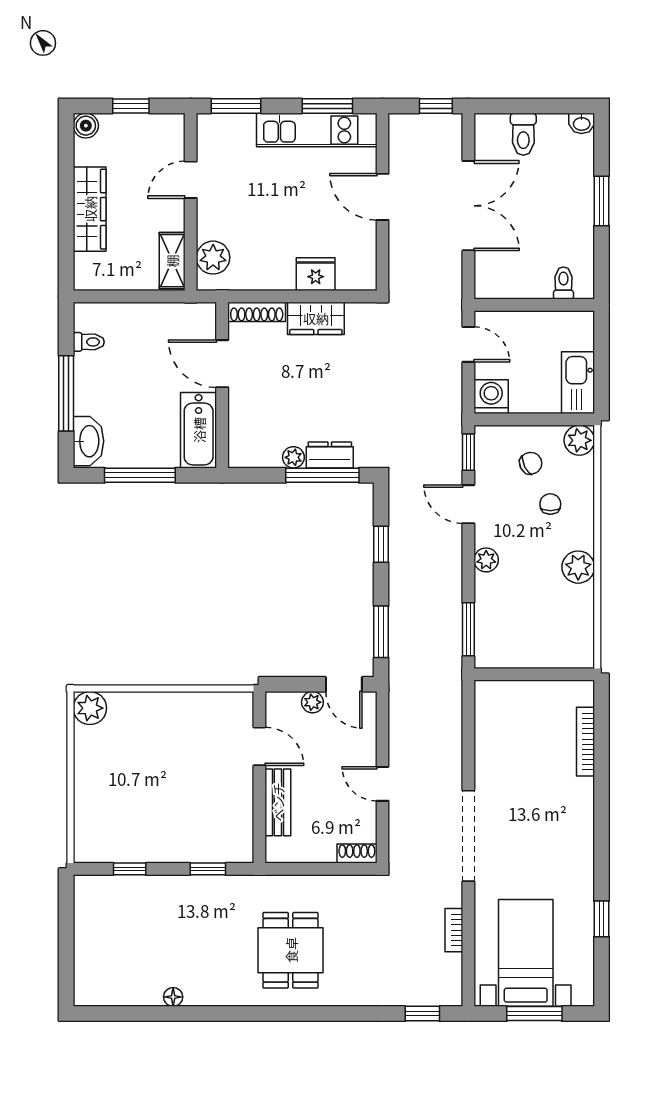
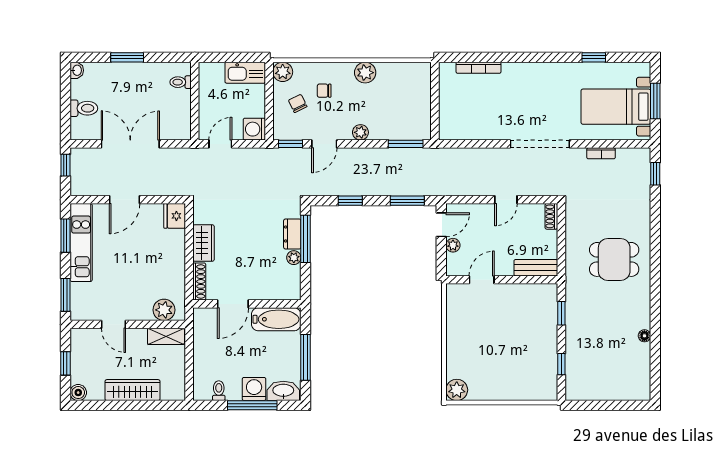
fridge: (316, 274) -> (175, 216), moved
washing machine: (91, 396) -> (254, 389), added
bench: (278, 802) -> (536, 268), moved

